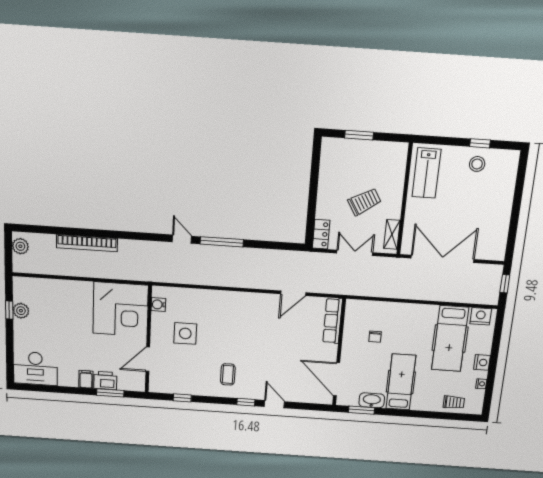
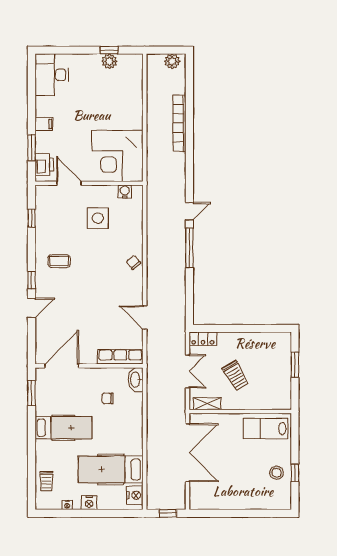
chair: (234, 301) -> (133, 262), added
printer: (105, 380) -> (44, 164), moved
washbasin: (372, 400) -> (136, 380), moved, turned 180

